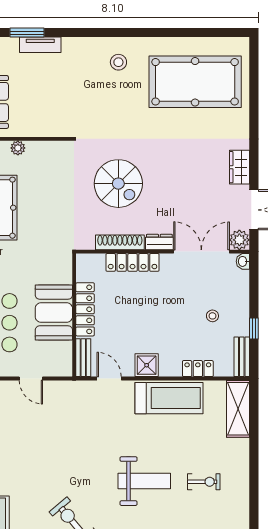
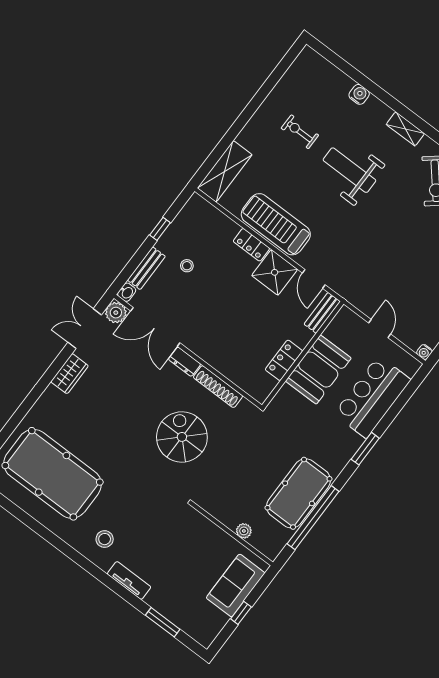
tv unit: (40, 45) -> (129, 580), moved
locker: (133, 262) -> (220, 362), removed
locker: (85, 309) -> (284, 360), width x0.66
bench: (242, 357) -> (146, 268), moved
shower: (147, 365) -> (275, 272), width x1.36, depth x1.36
locker: (198, 369) -> (251, 245), moved

